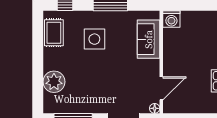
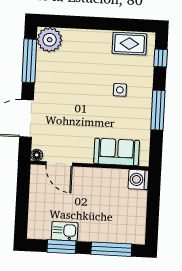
side table: (94, 39) -> (120, 90), width x0.54, depth x0.54
plant: (54, 82) -> (50, 40), moved

